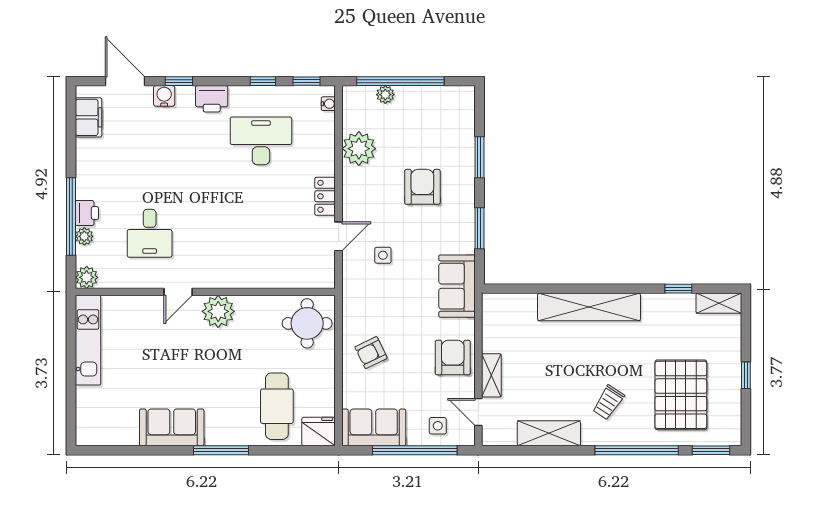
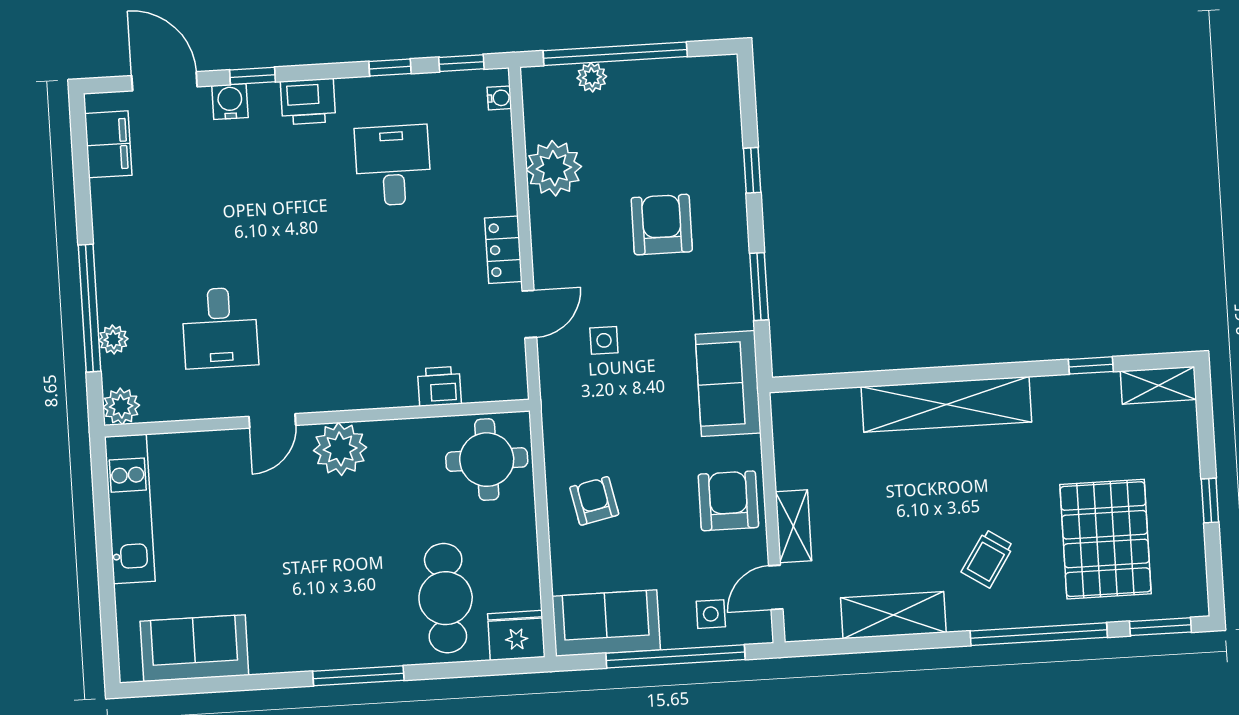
desk: (261, 141) -> (393, 165), width x0.73
window: (479, 157) -> (752, 170), width x0.67
printer: (87, 213) -> (439, 386), moved, turned -90
armchair: (371, 353) -> (594, 501), turned 104
door: (478, 412) -> (776, 587), hinge flipped
sofa: (172, 427) -> (194, 648), moved

